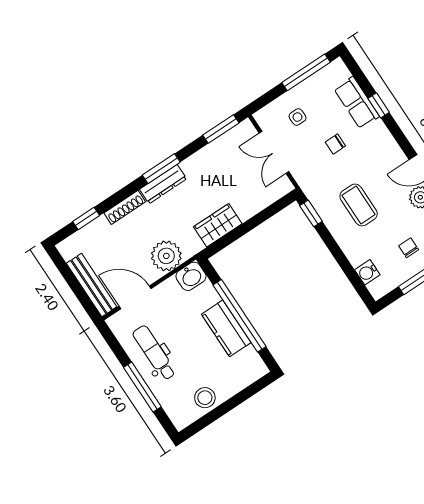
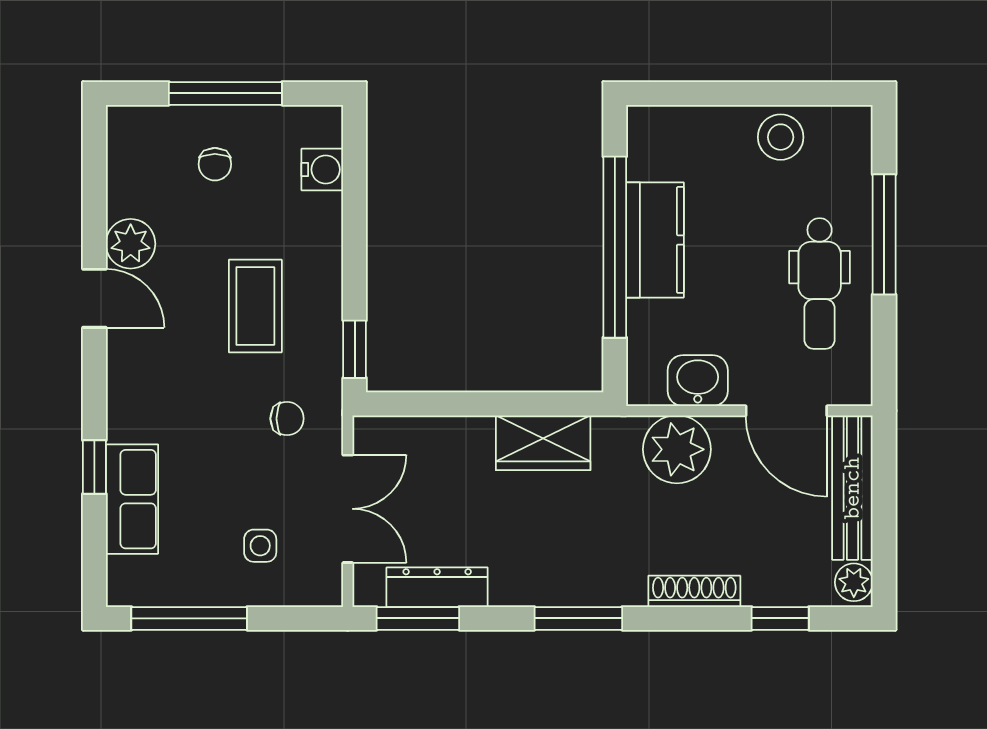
chair: (335, 144) -> (287, 419), moved
dresser: (163, 184) -> (437, 587), moved
plant: (68, 250) -> (854, 582), added
washbasin: (191, 276) -> (698, 381), moved

